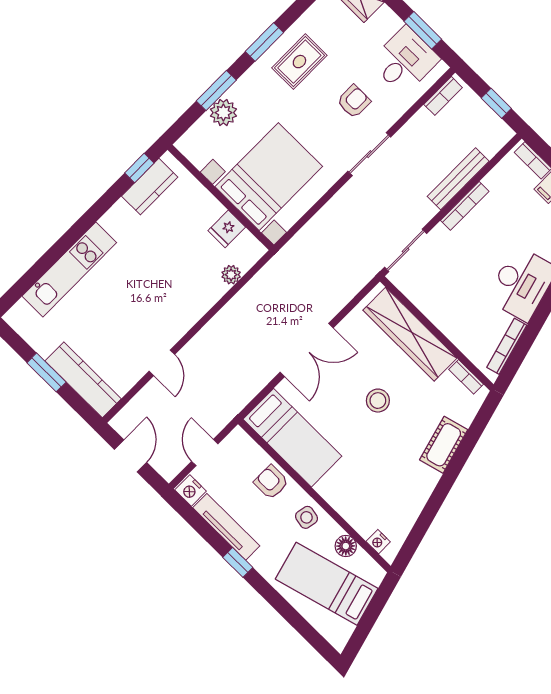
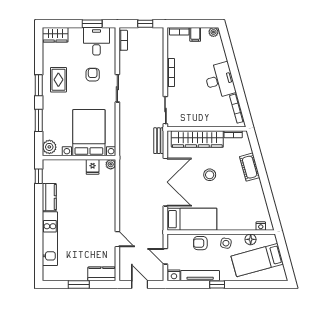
plant: (223, 113) -> (49, 147), moved
bench: (458, 179) -> (159, 141), moved, width x0.73
kitchen counter: (150, 187) -> (49, 197), moved
plant: (231, 275) -> (111, 164), moved
double door: (307, 350) -> (165, 182), width x1.36
kitchen counter: (83, 380) -> (102, 274), width x0.67

